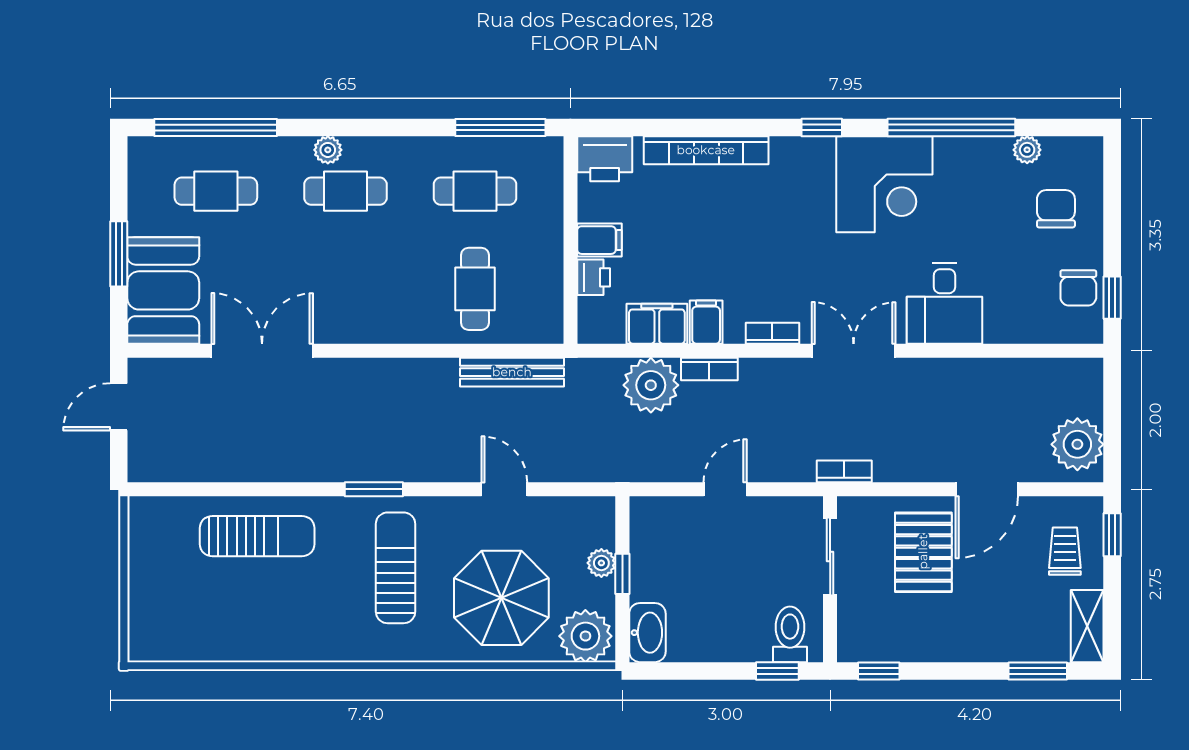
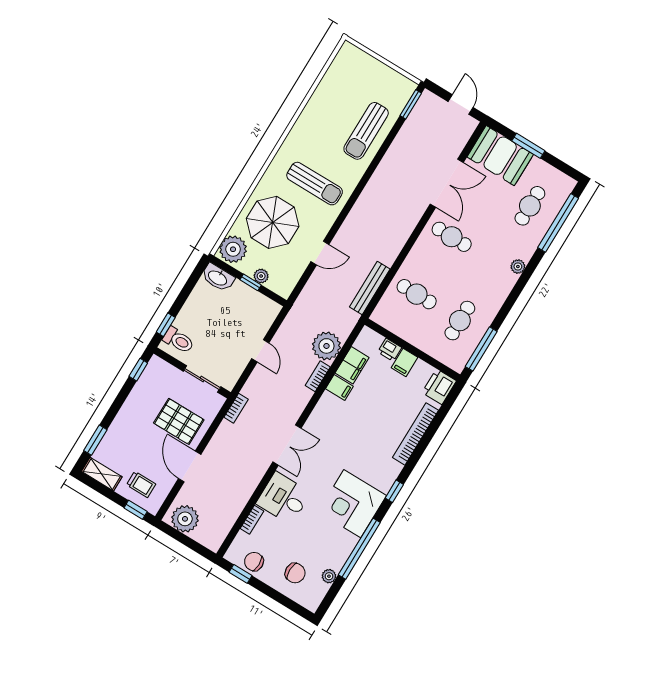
cafe table: (345, 191) -> (452, 237), moved, turned 90
bookcase: (772, 333) -> (252, 520), moved
window: (374, 489) -> (411, 104), moved

